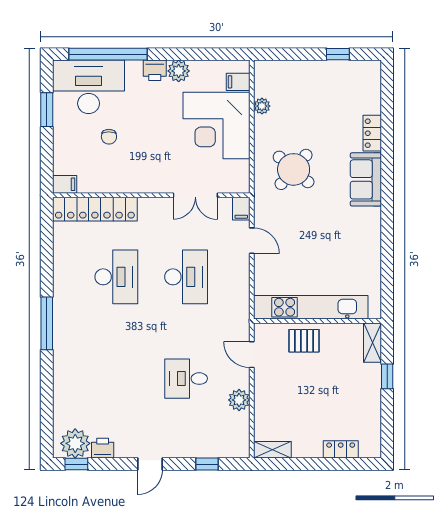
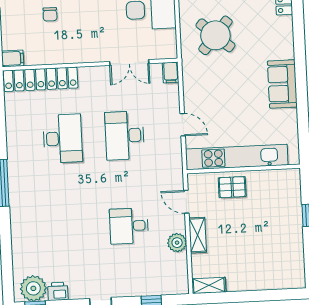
sofa: (366, 179) -> (282, 84), moved
door: (252, 241) -> (183, 125), moved
desk: (186, 277) -> (125, 135), turned 180
shelving: (372, 343) -> (198, 235), moved
locker: (341, 449) -> (270, 282), removed

